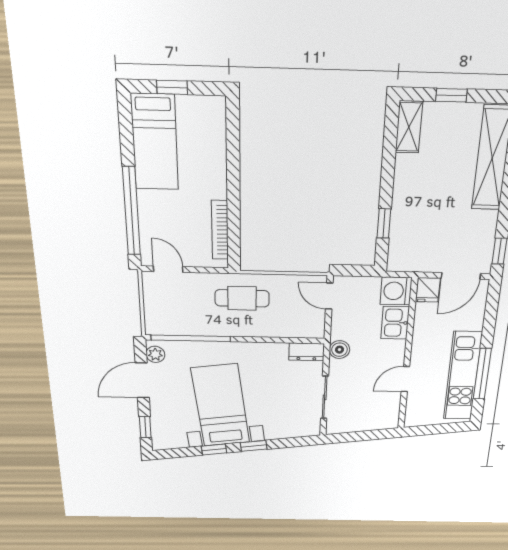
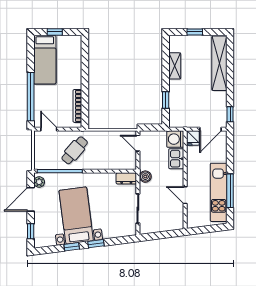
shelving: (409, 127) -> (175, 66), moved
cafe table: (242, 298) -> (75, 150), moved, turned -49
door: (405, 379) -> (185, 195), hinge flipped

